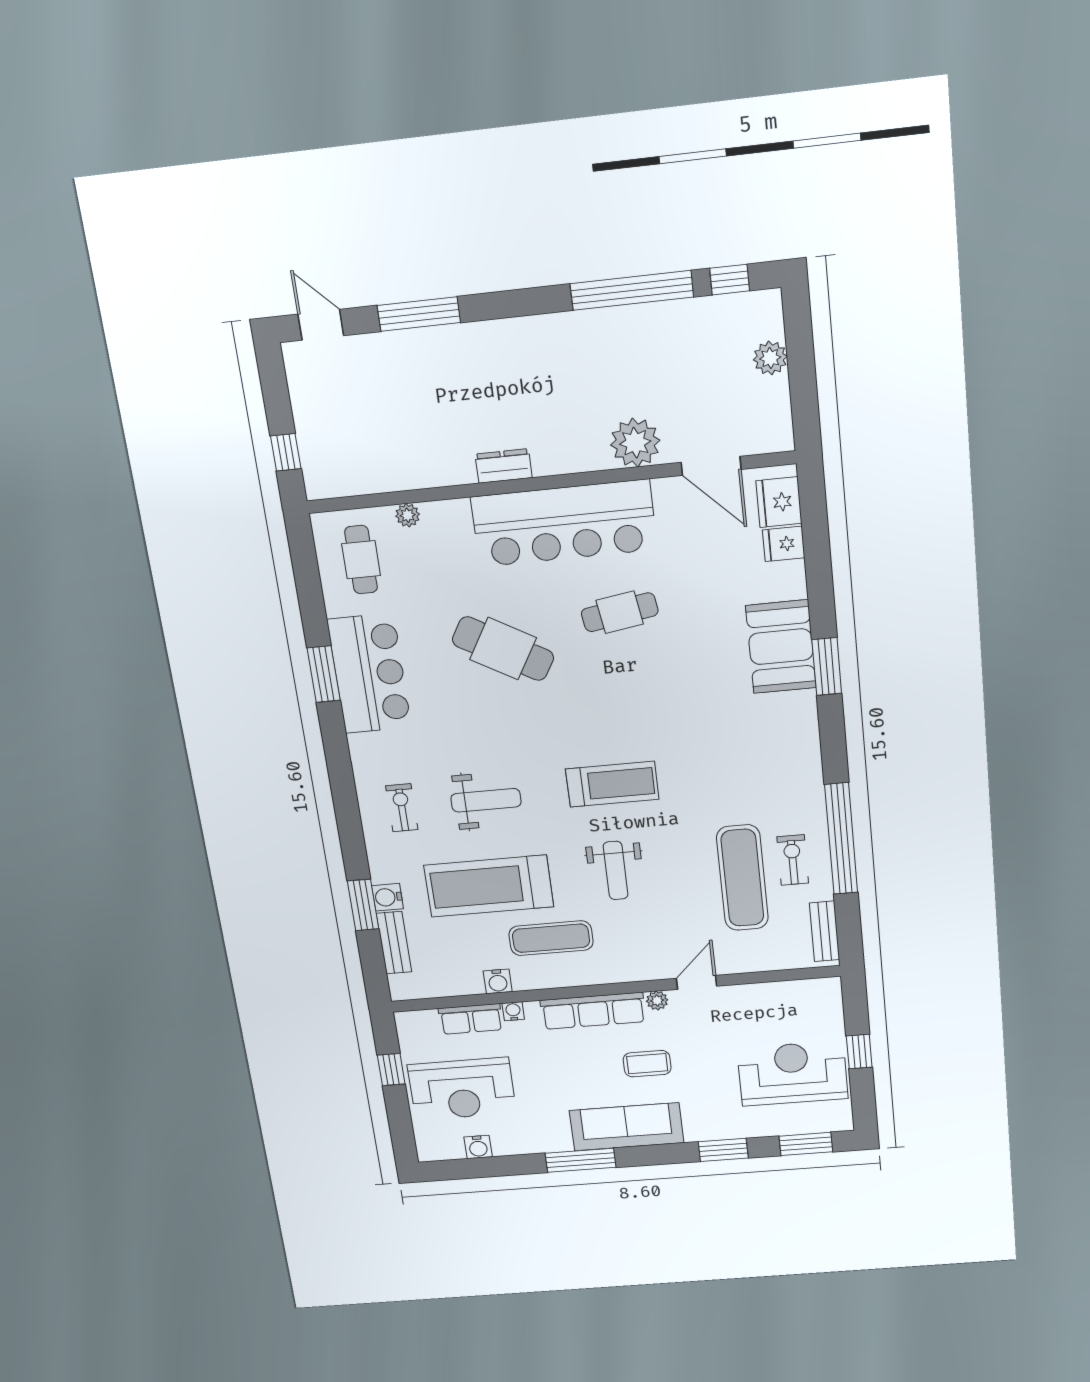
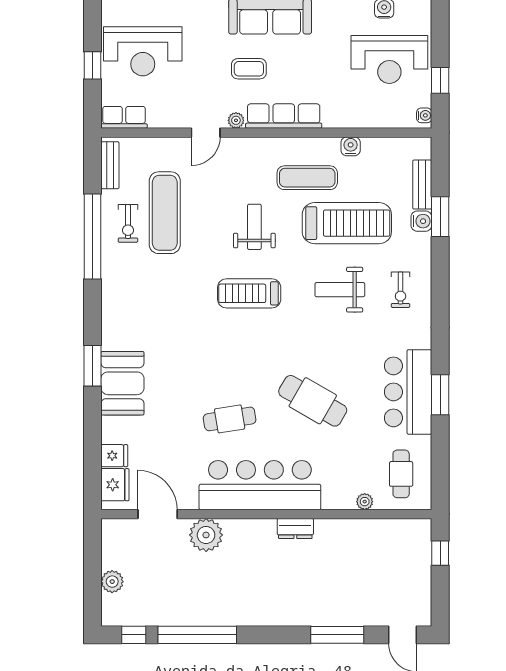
water cooler: (513, 1011) -> (424, 115), moved, turned -90
row of seats: (471, 1019) -> (124, 117), moved
reception desk: (462, 1089) -> (389, 59), turned 180

